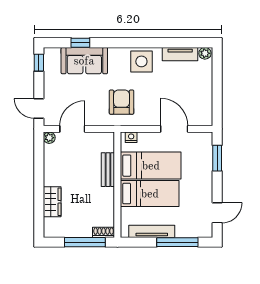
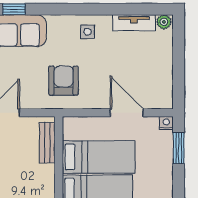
side table: (141, 61) -> (88, 32), width x0.54, depth x0.54
nightstand: (131, 137) -> (166, 123), moved
bench: (108, 170) -> (47, 143), moved

